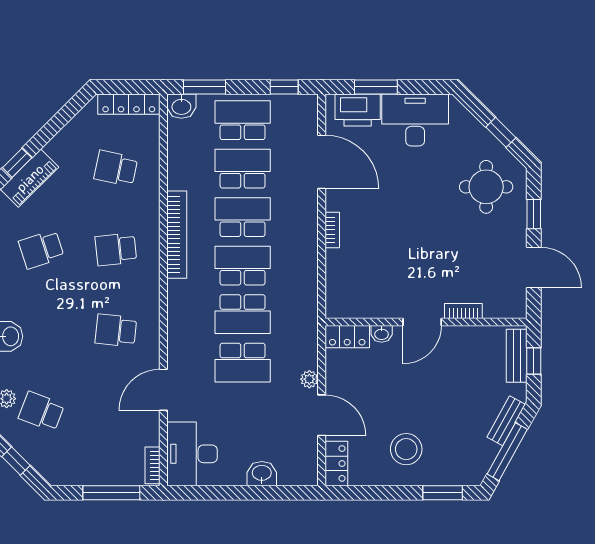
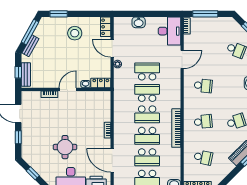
round table: (486, 187) -> (65, 147), moved

